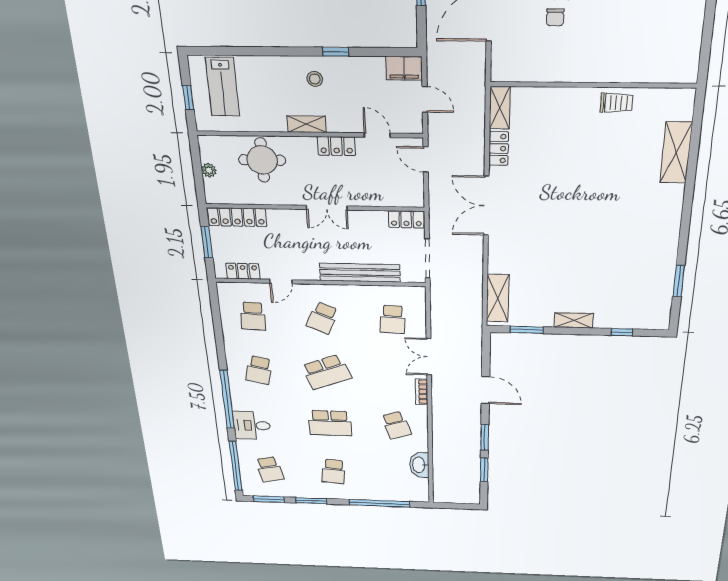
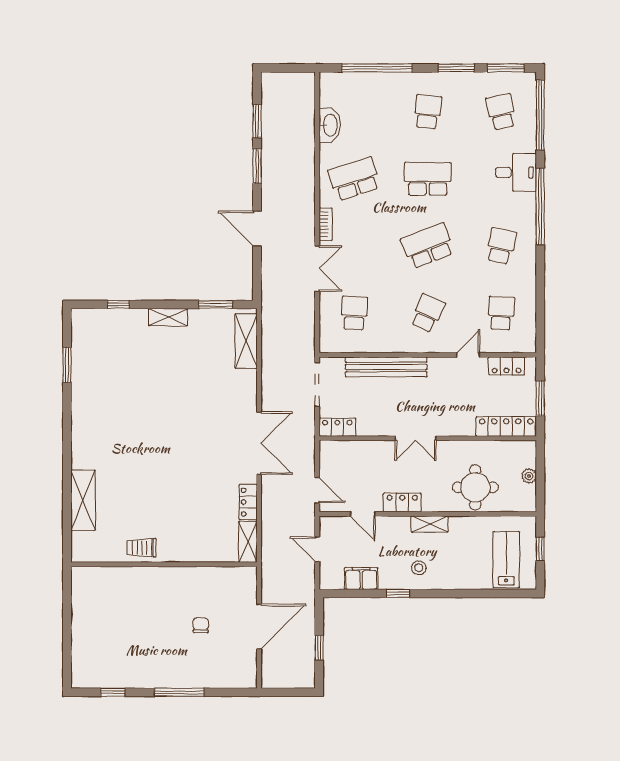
filing cabinet: (404, 68) -> (361, 578), moved
double door: (327, 208) -> (415, 438), swing flipped
school desk: (396, 425) -> (354, 179), width x1.85

